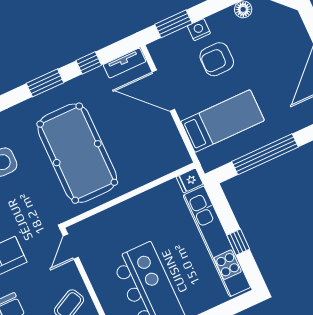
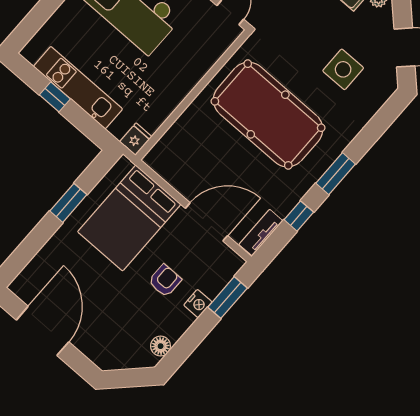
armchair: (217, 59) -> (165, 281), width x0.72, depth x0.72
bed: (223, 121) -> (129, 218), width x1.50
window: (265, 154) -> (68, 203), width x0.47
kitchen unit: (217, 241) -> (78, 88), width x0.73

